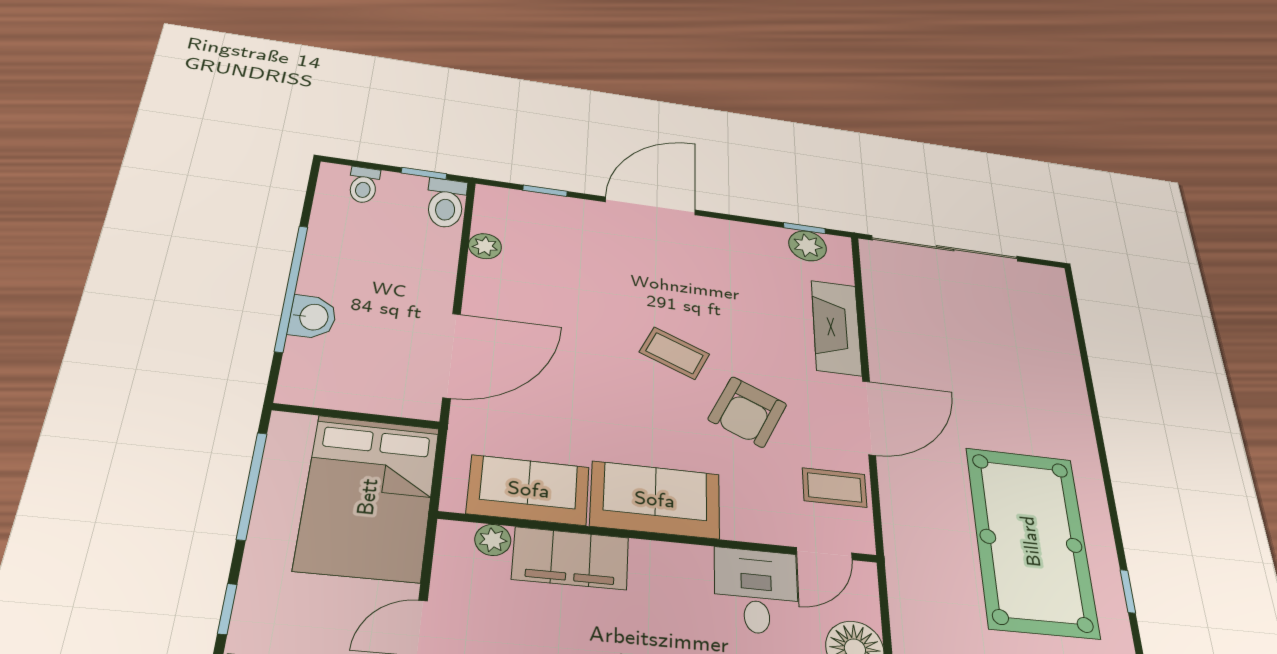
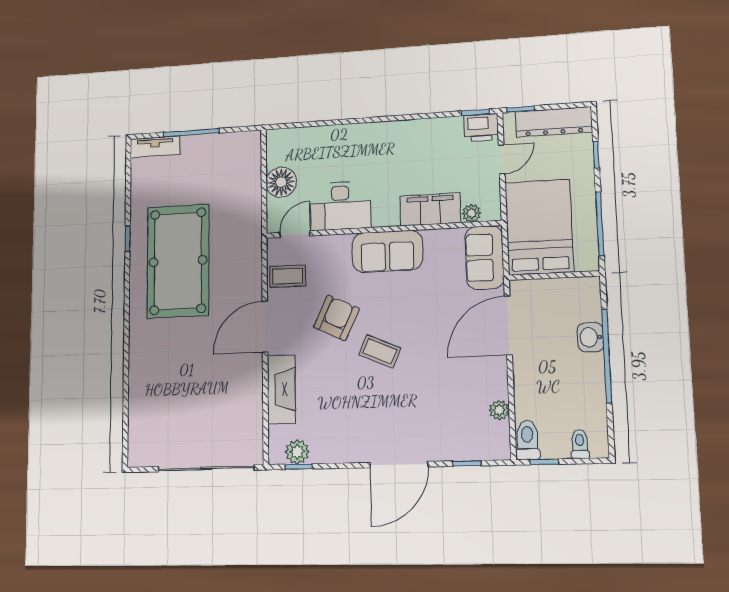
sofa: (529, 490) -> (485, 258), moved, turned 90
desk: (756, 591) -> (340, 206), width x1.37

